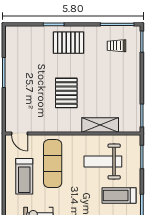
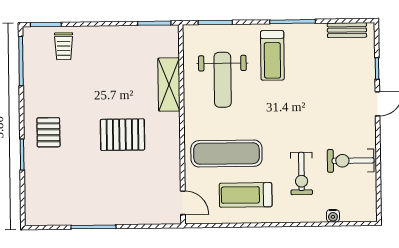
pallet: (68, 43) -> (48, 132), width x0.67, depth x0.71
trolley: (117, 46) -> (64, 46), moved
door: (19, 133) -> (183, 203), hinge flipped
treadmill: (24, 176) -> (246, 195), turned 180

